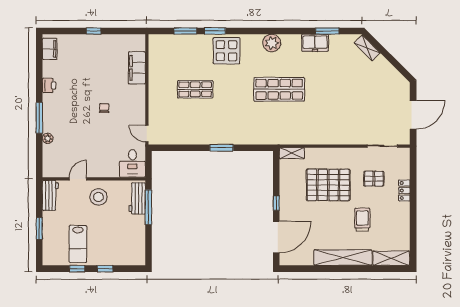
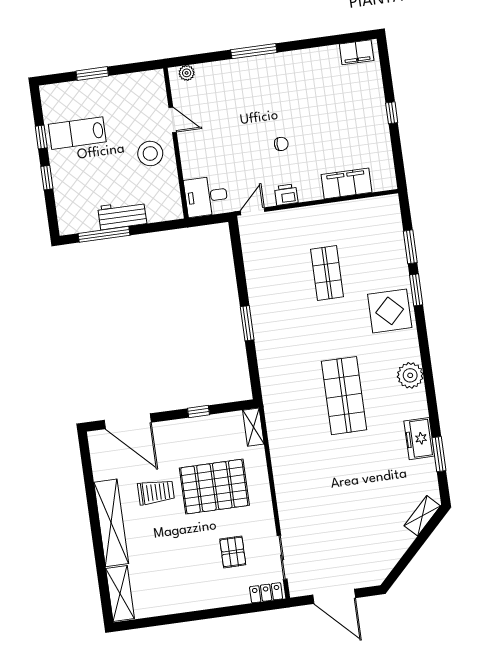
printer: (49, 85) -> (286, 195), moved, turned 180
plant: (48, 138) -> (187, 73), moved
pallet: (328, 185) -> (214, 487), turned 90
locker: (404, 191) -> (266, 593), moved
workbench: (50, 195) -> (143, 83), removed
workbench: (137, 198) -> (122, 215), moved
window: (276, 203) -> (199, 411), moved
window: (148, 207) -> (104, 234), moved
trolley: (362, 220) -> (156, 492), moved

